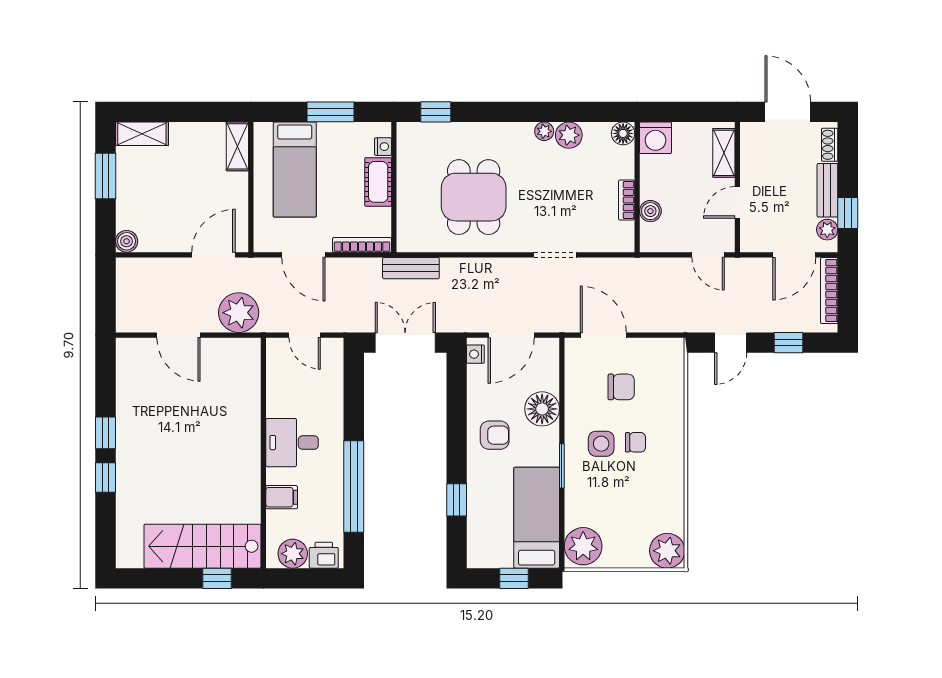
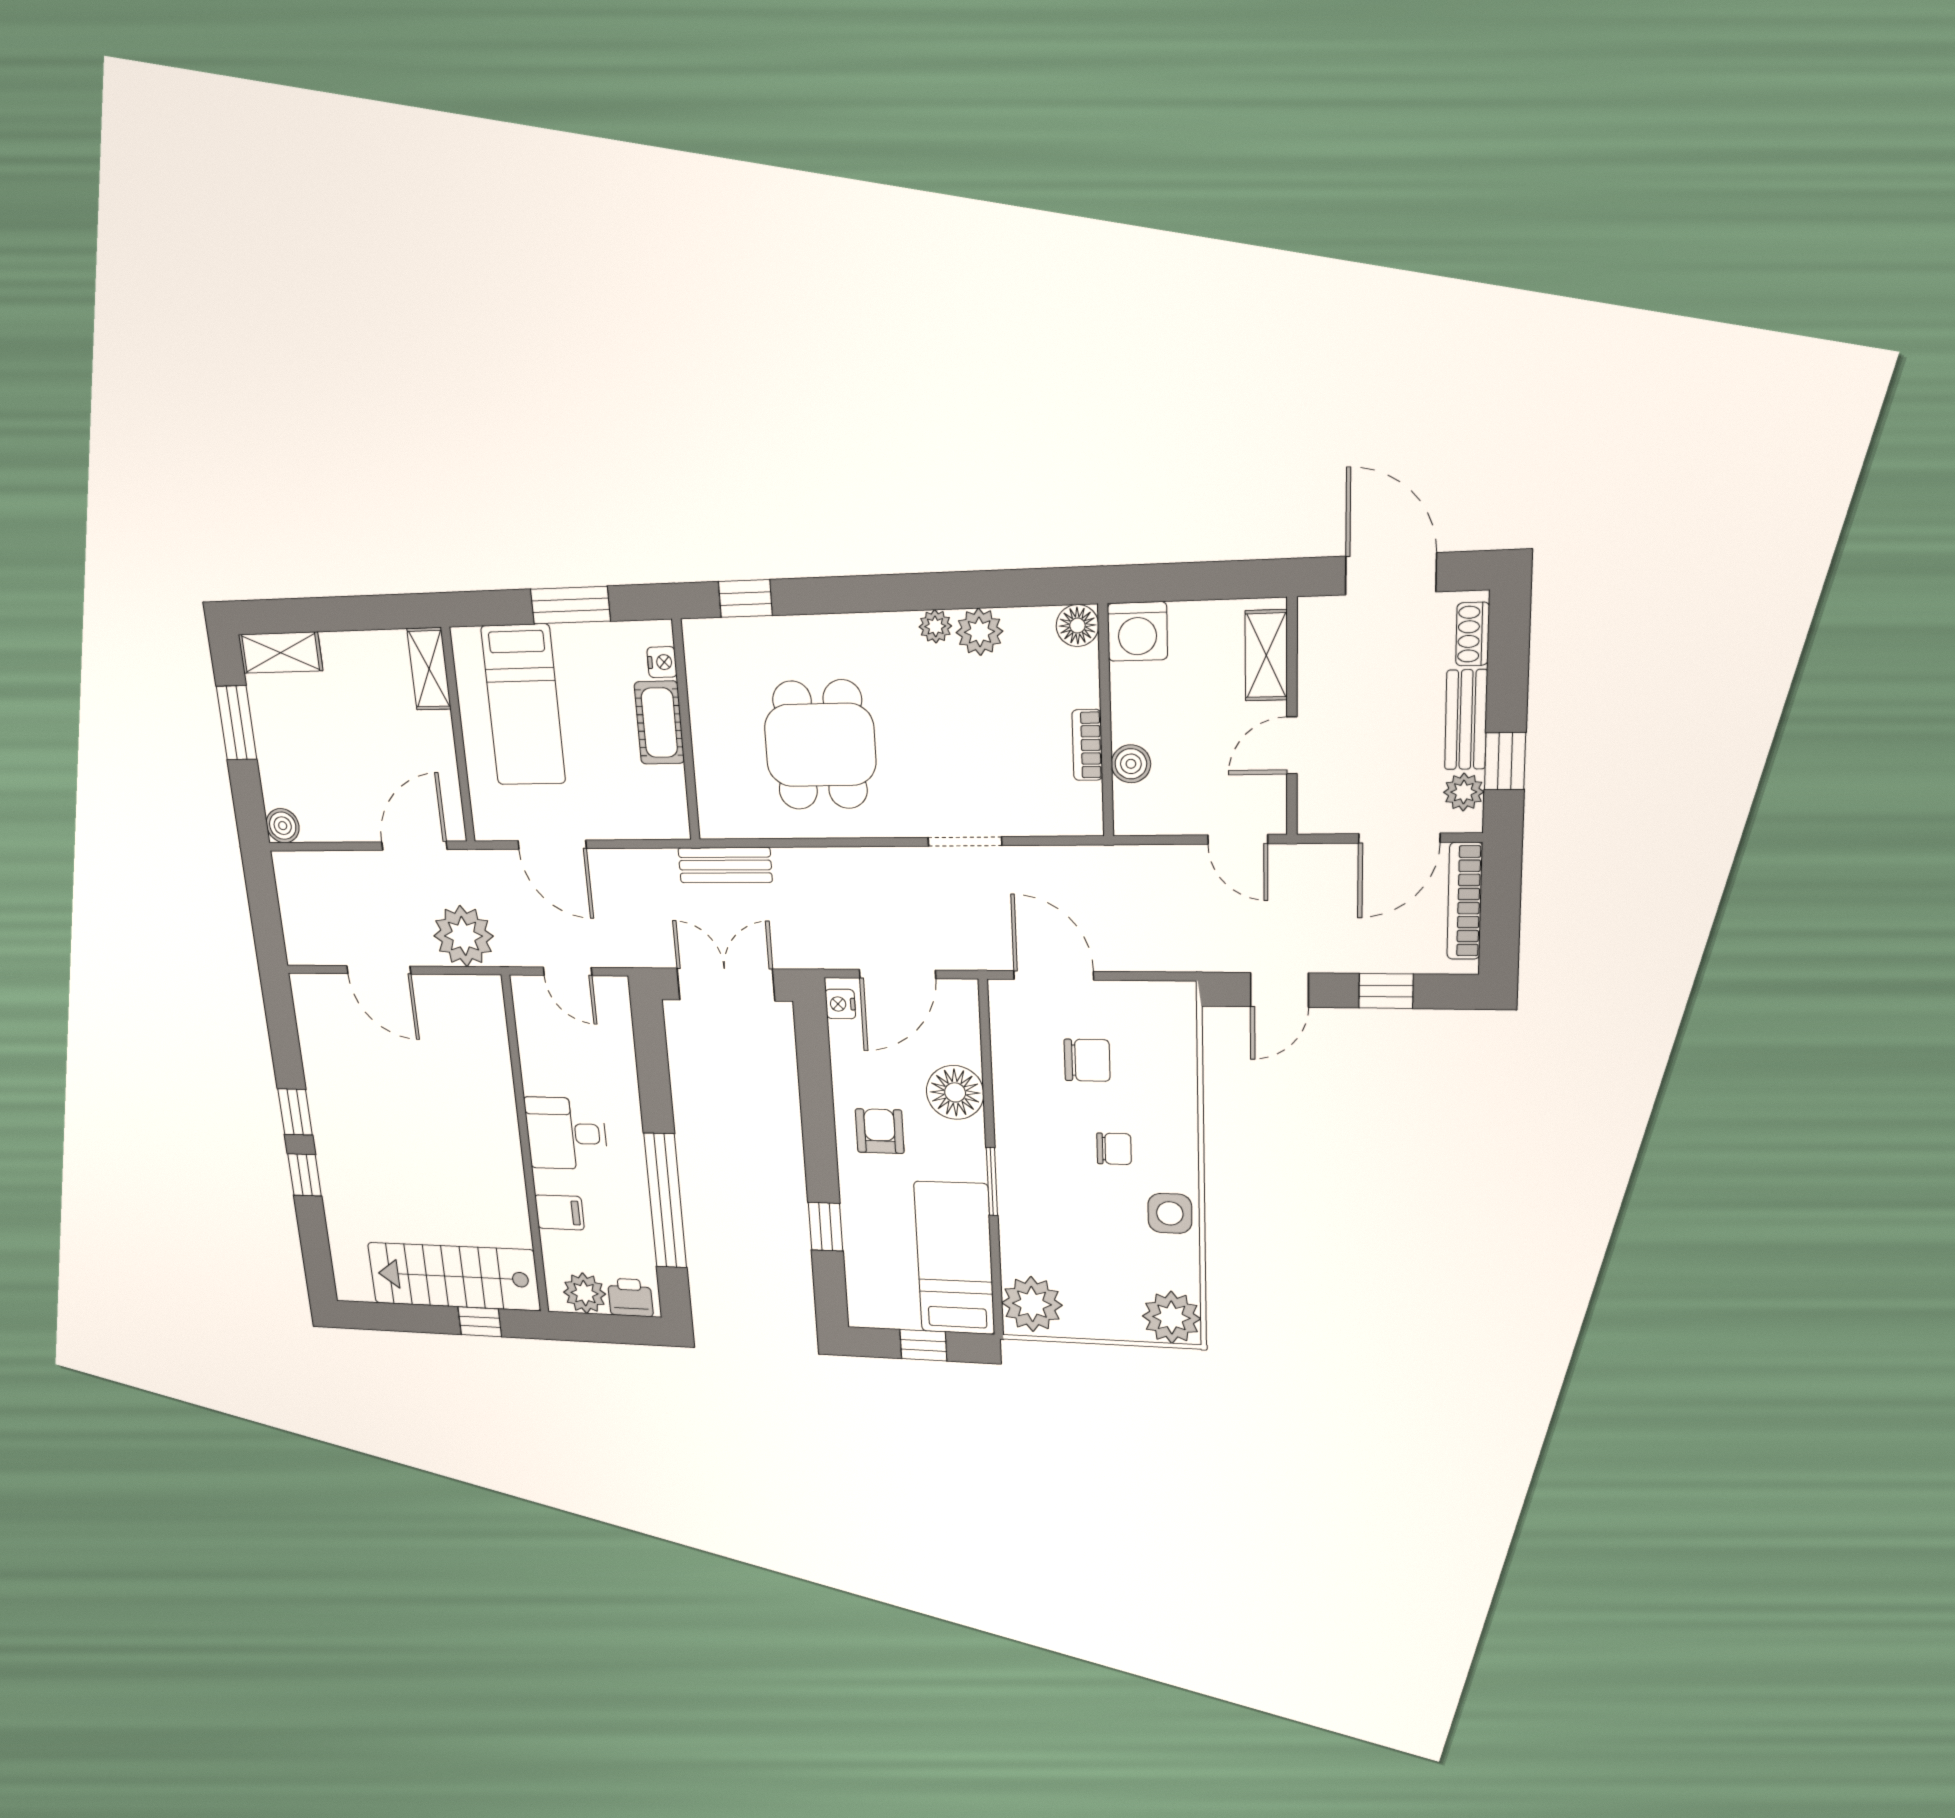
bookcase: (362, 245) -> (643, 828), removed
armchair: (495, 435) -> (880, 1131), turned -90
side table: (601, 444) -> (1170, 1213), moved

